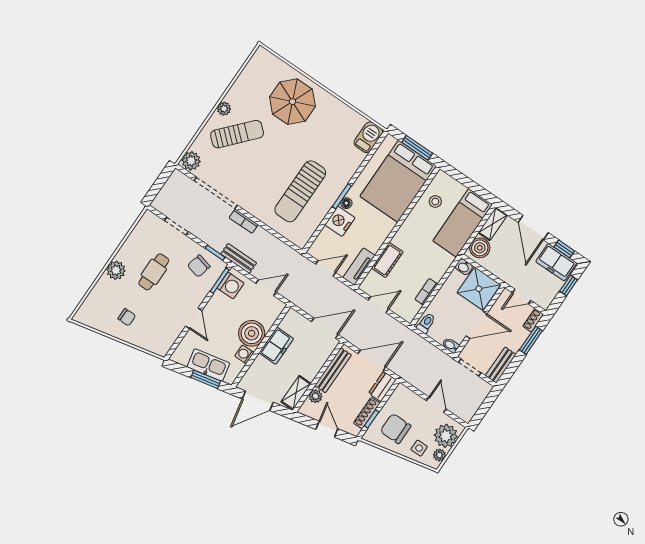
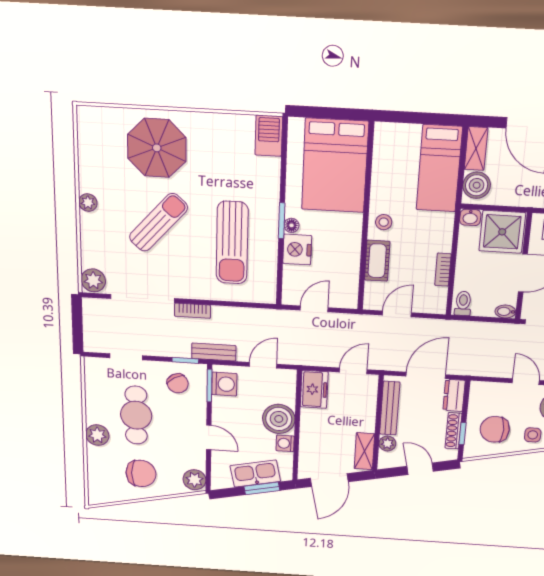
sun lounger: (237, 134) -> (158, 222), moved
window: (417, 148) -> (333, 113), removed
stool: (435, 202) -> (384, 222), moved
chair: (199, 266) -> (178, 383), turned -44
tv unit: (359, 267) -> (350, 286), removed
cafe table: (154, 272) -> (136, 415), width x1.37, depth x1.35
chair: (127, 317) -> (141, 473), width x1.87, depth x1.87
door: (325, 328) -> (353, 371), width x0.73
plant: (162, 344) -> (195, 480), added
freezer: (276, 346) -> (314, 389), moved

